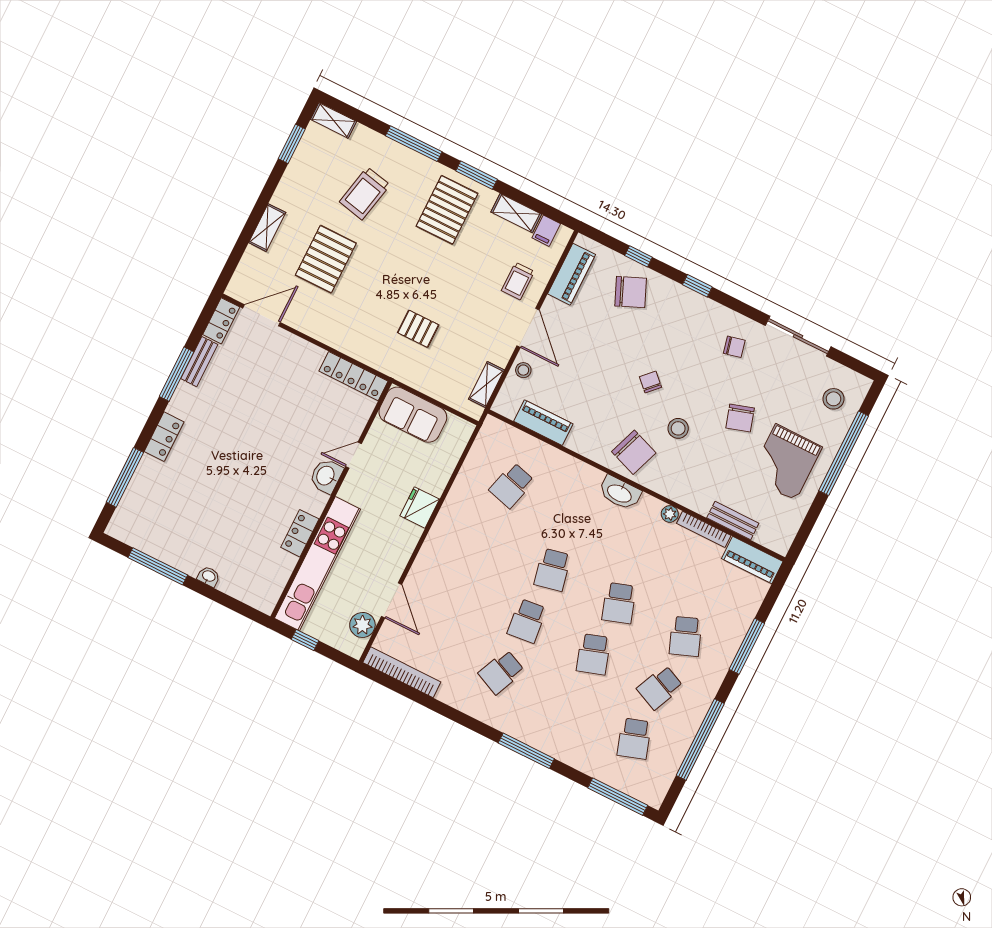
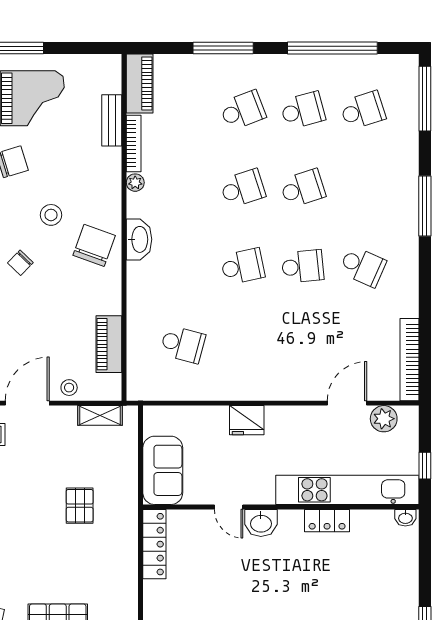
washbasin: (209, 576) -> (405, 518), moved, turned -90
school desk: (660, 688) -> (303, 110), turned -39

